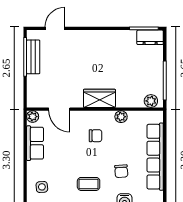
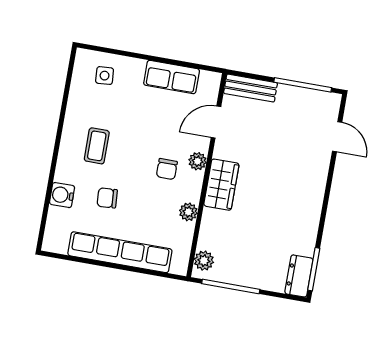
bench: (33, 57) -> (251, 88), moved
plant: (33, 117) -> (198, 161), moved

